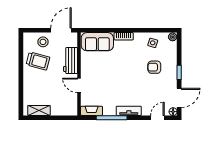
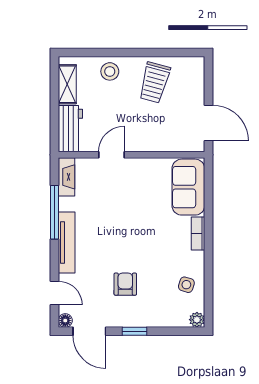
stool: (43, 42) -> (110, 71), moved
workbench: (71, 61) -> (70, 129), moved, turned 90
armchair: (154, 67) -> (125, 284), moved
tv unit: (129, 111) -> (67, 243), width x1.41

